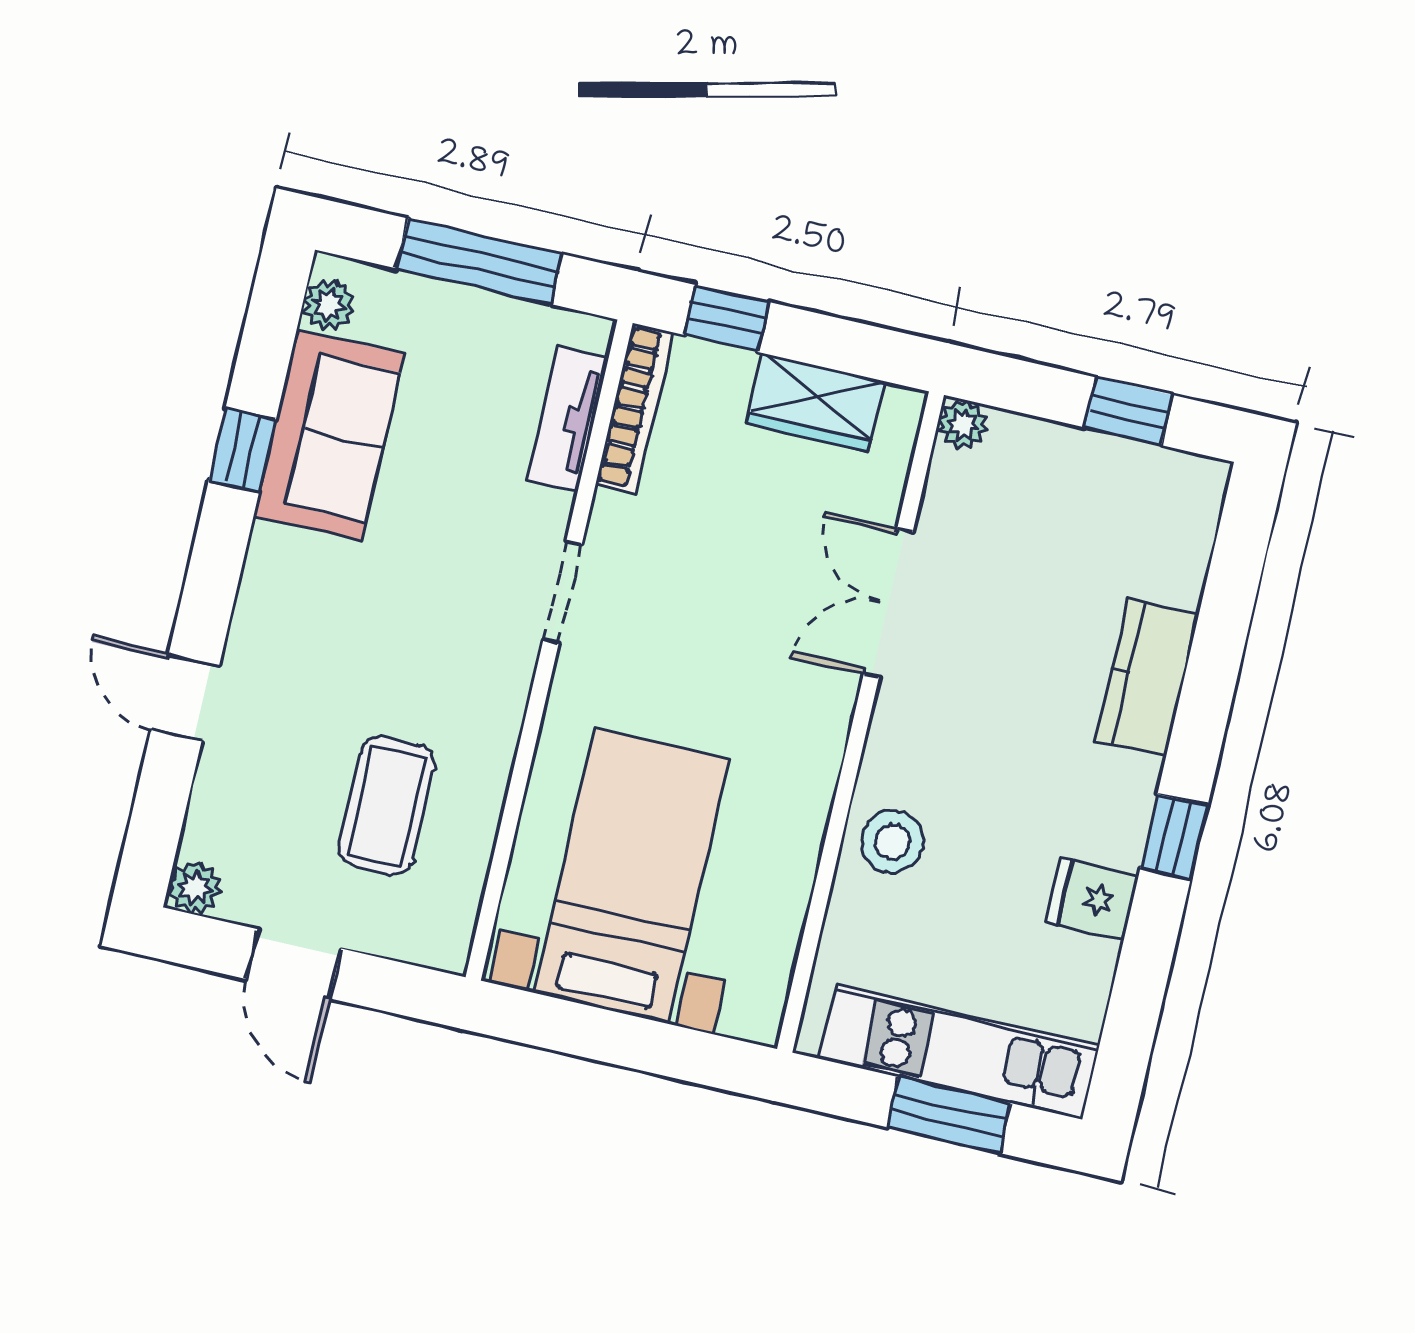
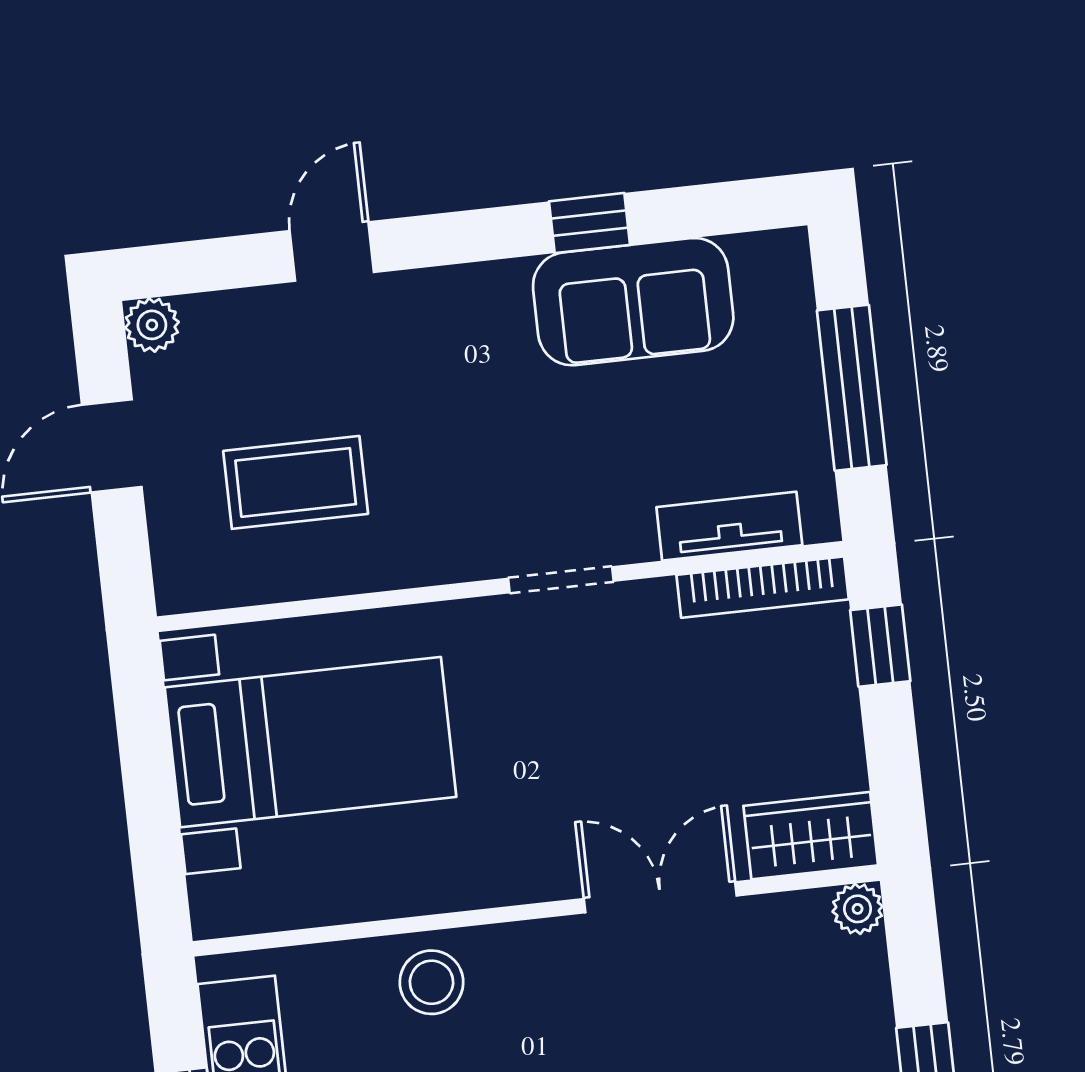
plant: (329, 305) -> (759, 257), removed
wardrobe: (816, 402) -> (811, 836), moved, turned 90

